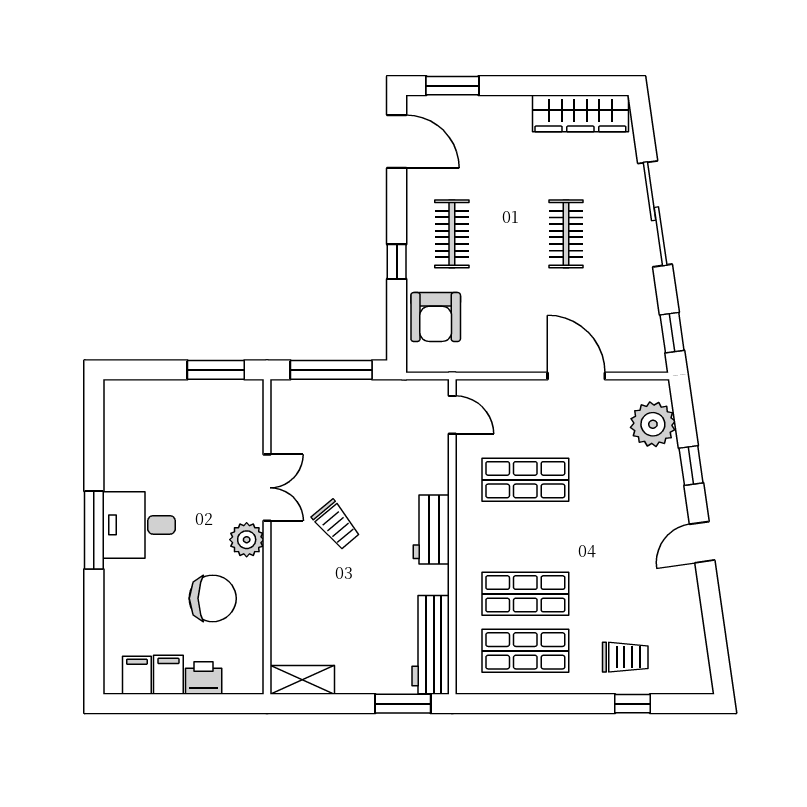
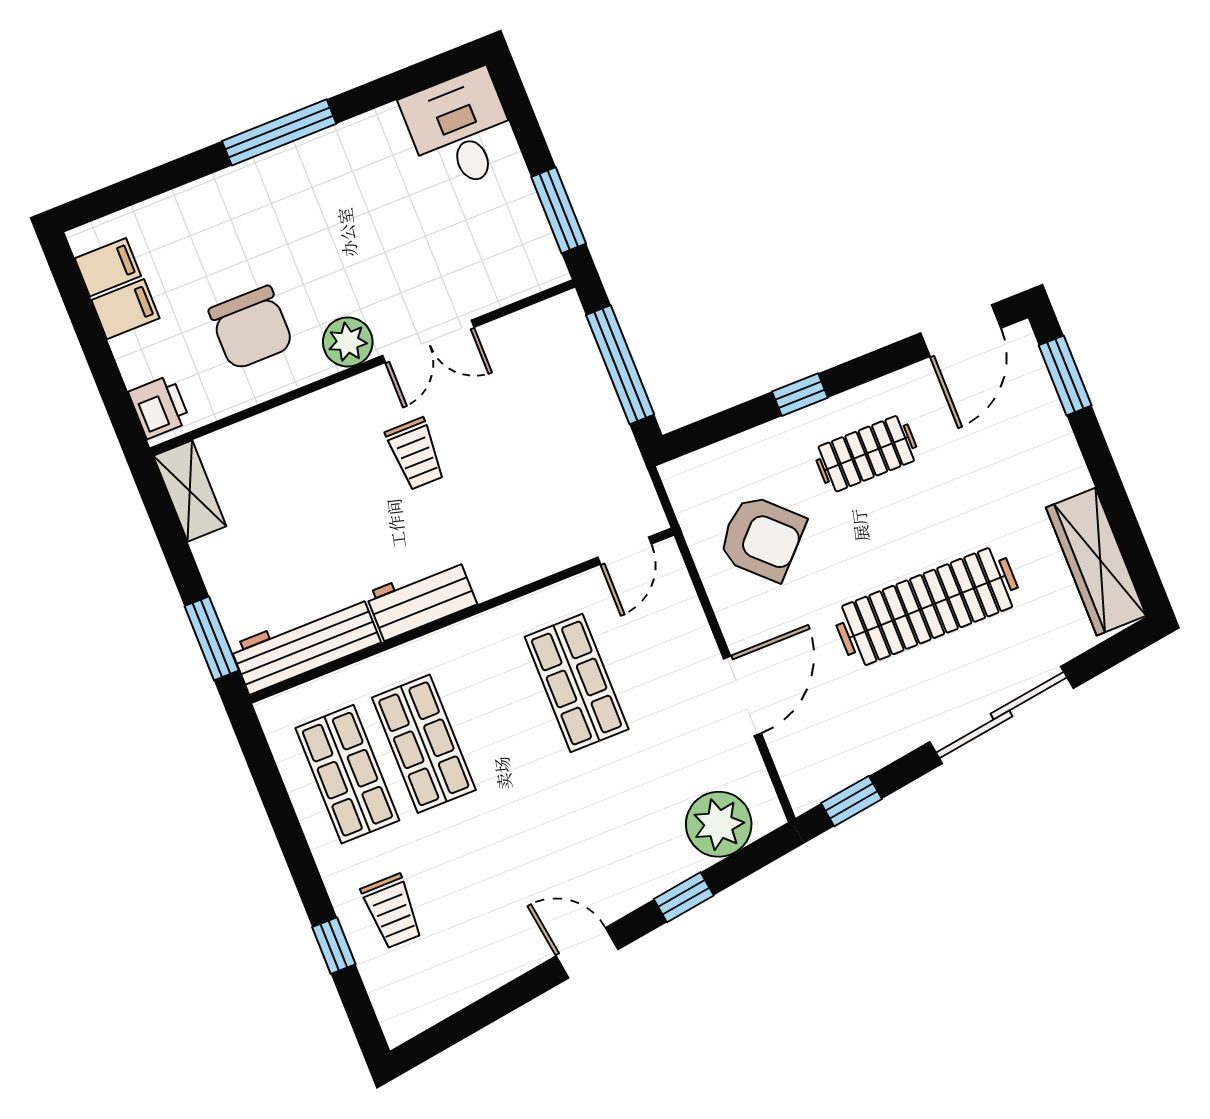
clothes rail: (566, 234) -> (927, 607), width x1.86, depth x1.31
armchair: (436, 317) -> (762, 538), moved, turned -136
desk: (139, 525) -> (461, 130), moved
trolley: (336, 525) -> (415, 454), turned -50
workbench: (431, 530) -> (421, 599), moved
printer: (204, 678) -> (159, 407), moved

